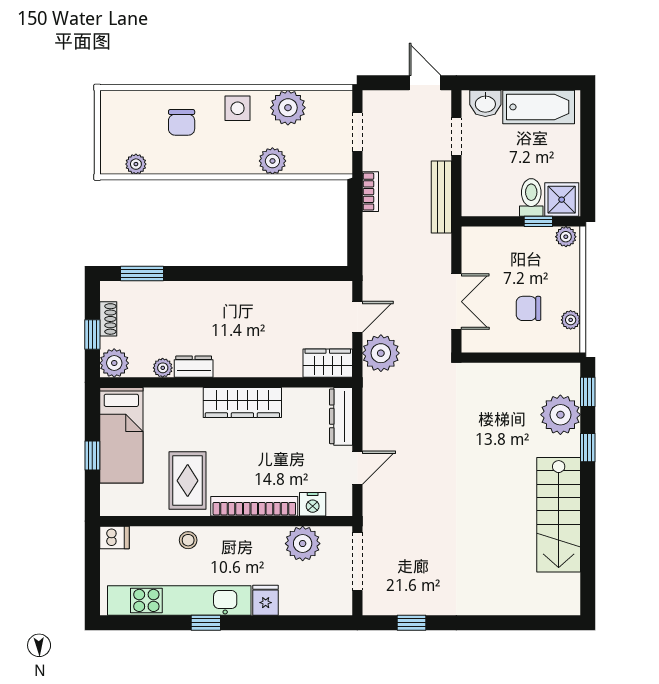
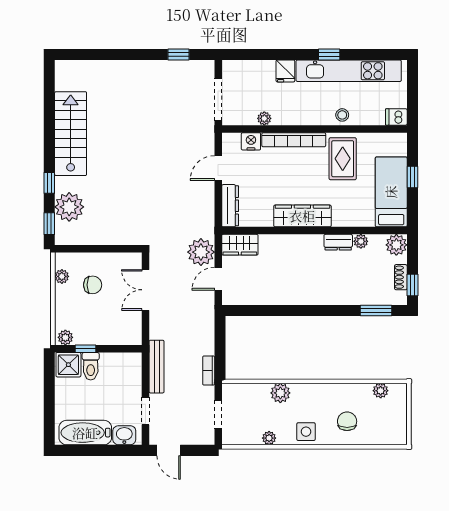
plant: (288, 108) -> (269, 438), width x0.53, depth x0.53
window: (92, 335) -> (412, 285), moved
plant: (303, 544) -> (264, 118), width x0.53, depth x0.53

